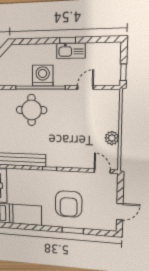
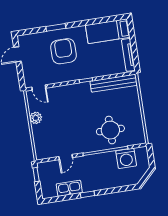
kitchen sink: (71, 51) -> (69, 188), moved
washing machine: (43, 76) -> (126, 158), moved

